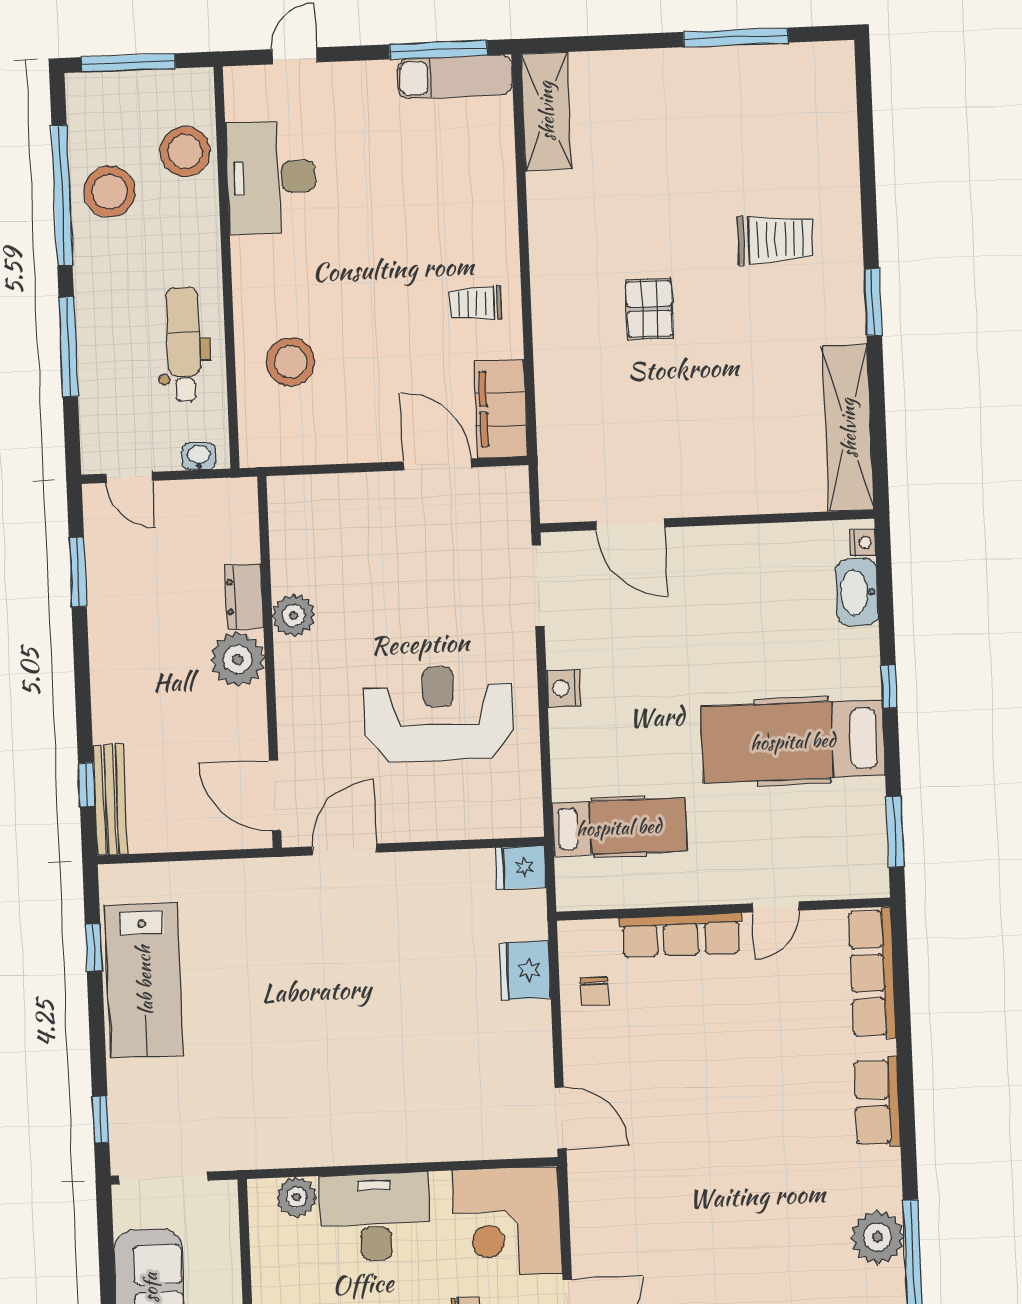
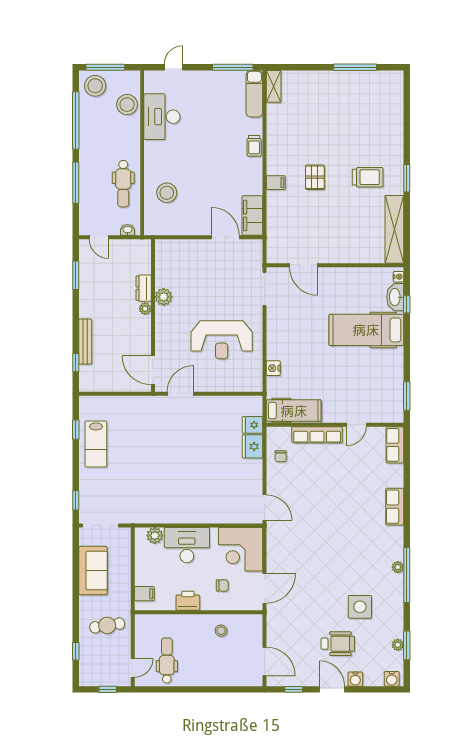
exam couch: (455, 77) -> (254, 94), moved, turned 90
shelving: (546, 111) -> (274, 86), width x0.67, depth x0.75
stool: (109, 192) -> (95, 86), moved
trolley: (775, 239) -> (368, 177), moved
trolley: (476, 304) -> (254, 146), moved, turned -90
filing cabinet: (555, 326) -> (276, 183), added
dental chair: (184, 344) -> (123, 184), turned 180
plant: (238, 659) -> (145, 309), width x0.53, depth x0.53
window: (889, 686) -> (407, 304), moved
nightstand: (564, 688) -> (273, 368), moved
reception desk: (439, 714) -> (222, 340), turned 180
hospital bed: (793, 741) -> (366, 330), moved
bench: (110, 800) -> (85, 342), moved
hospital bed: (619, 827) -> (294, 411), moved
fridge: (521, 867) -> (253, 425), moved
row of seats: (872, 973) -> (395, 445), width x0.68
lab bench: (144, 980) -> (96, 444), width x0.73, depth x0.72
plant: (877, 1237) -> (398, 567), width x0.53, depth x0.53

